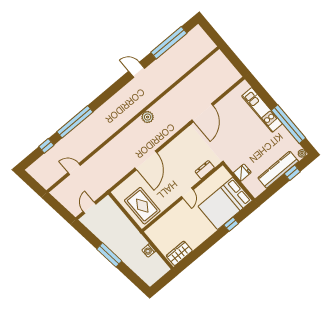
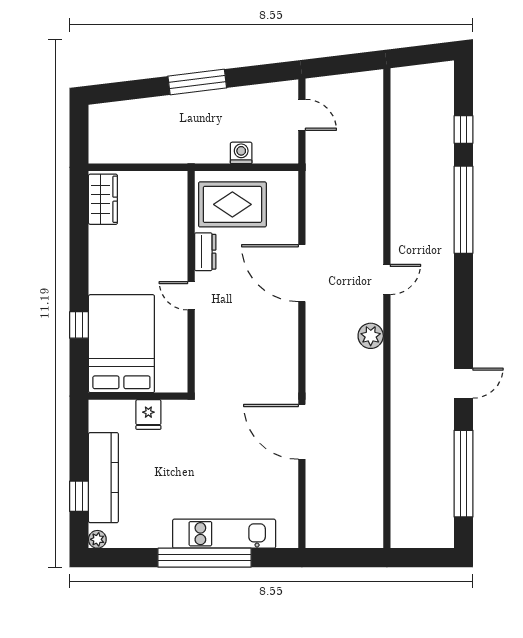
window: (289, 124) -> (205, 558), moved
door: (74, 169) -> (387, 279), moved
dresser: (205, 170) -> (205, 252), moved
washing machine: (149, 250) -> (241, 153), moved

